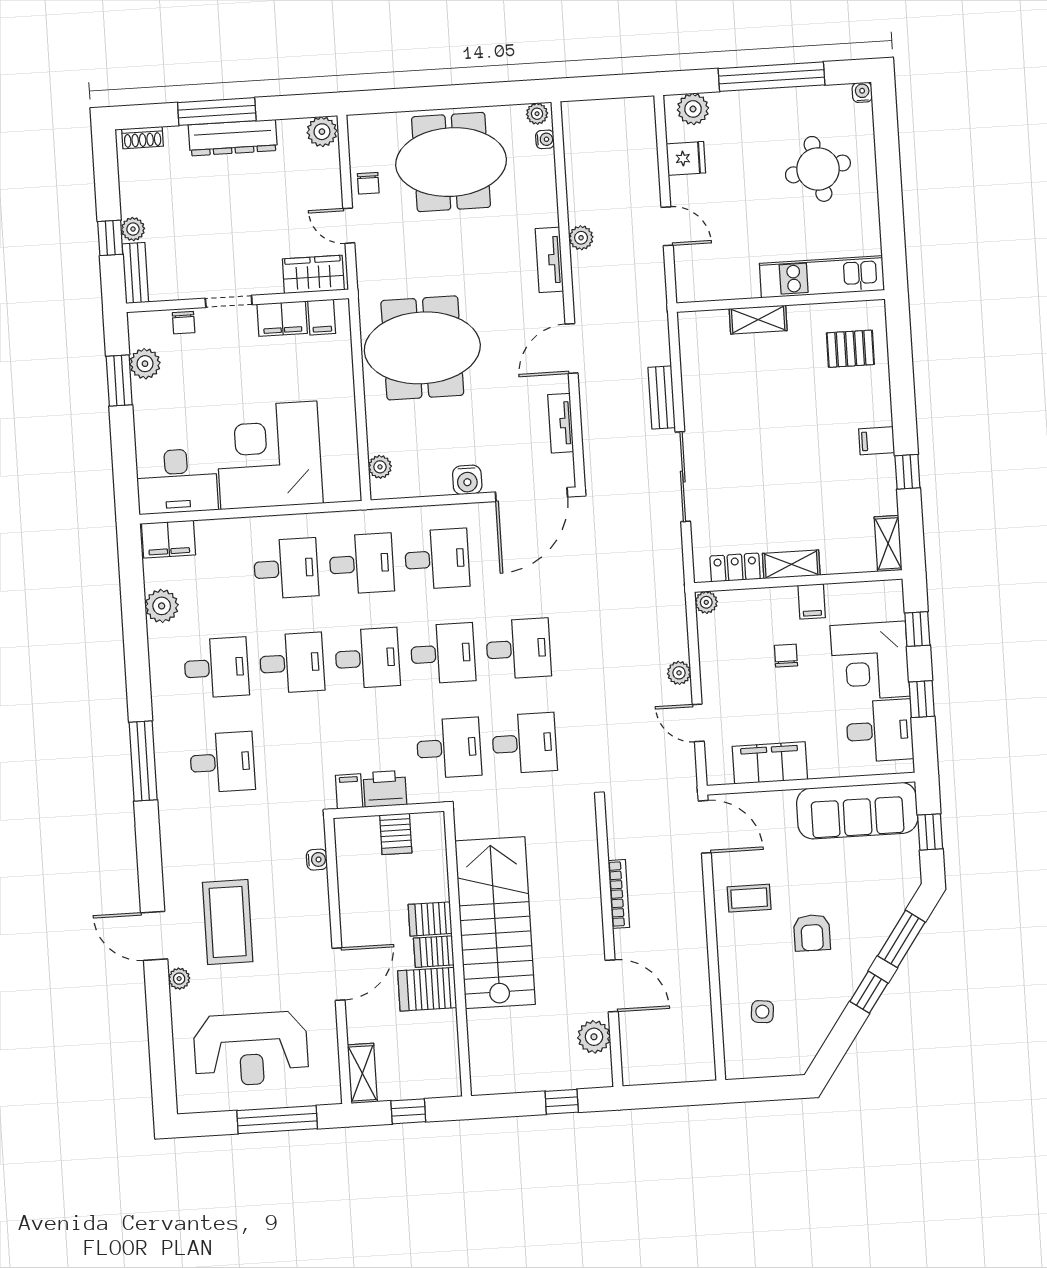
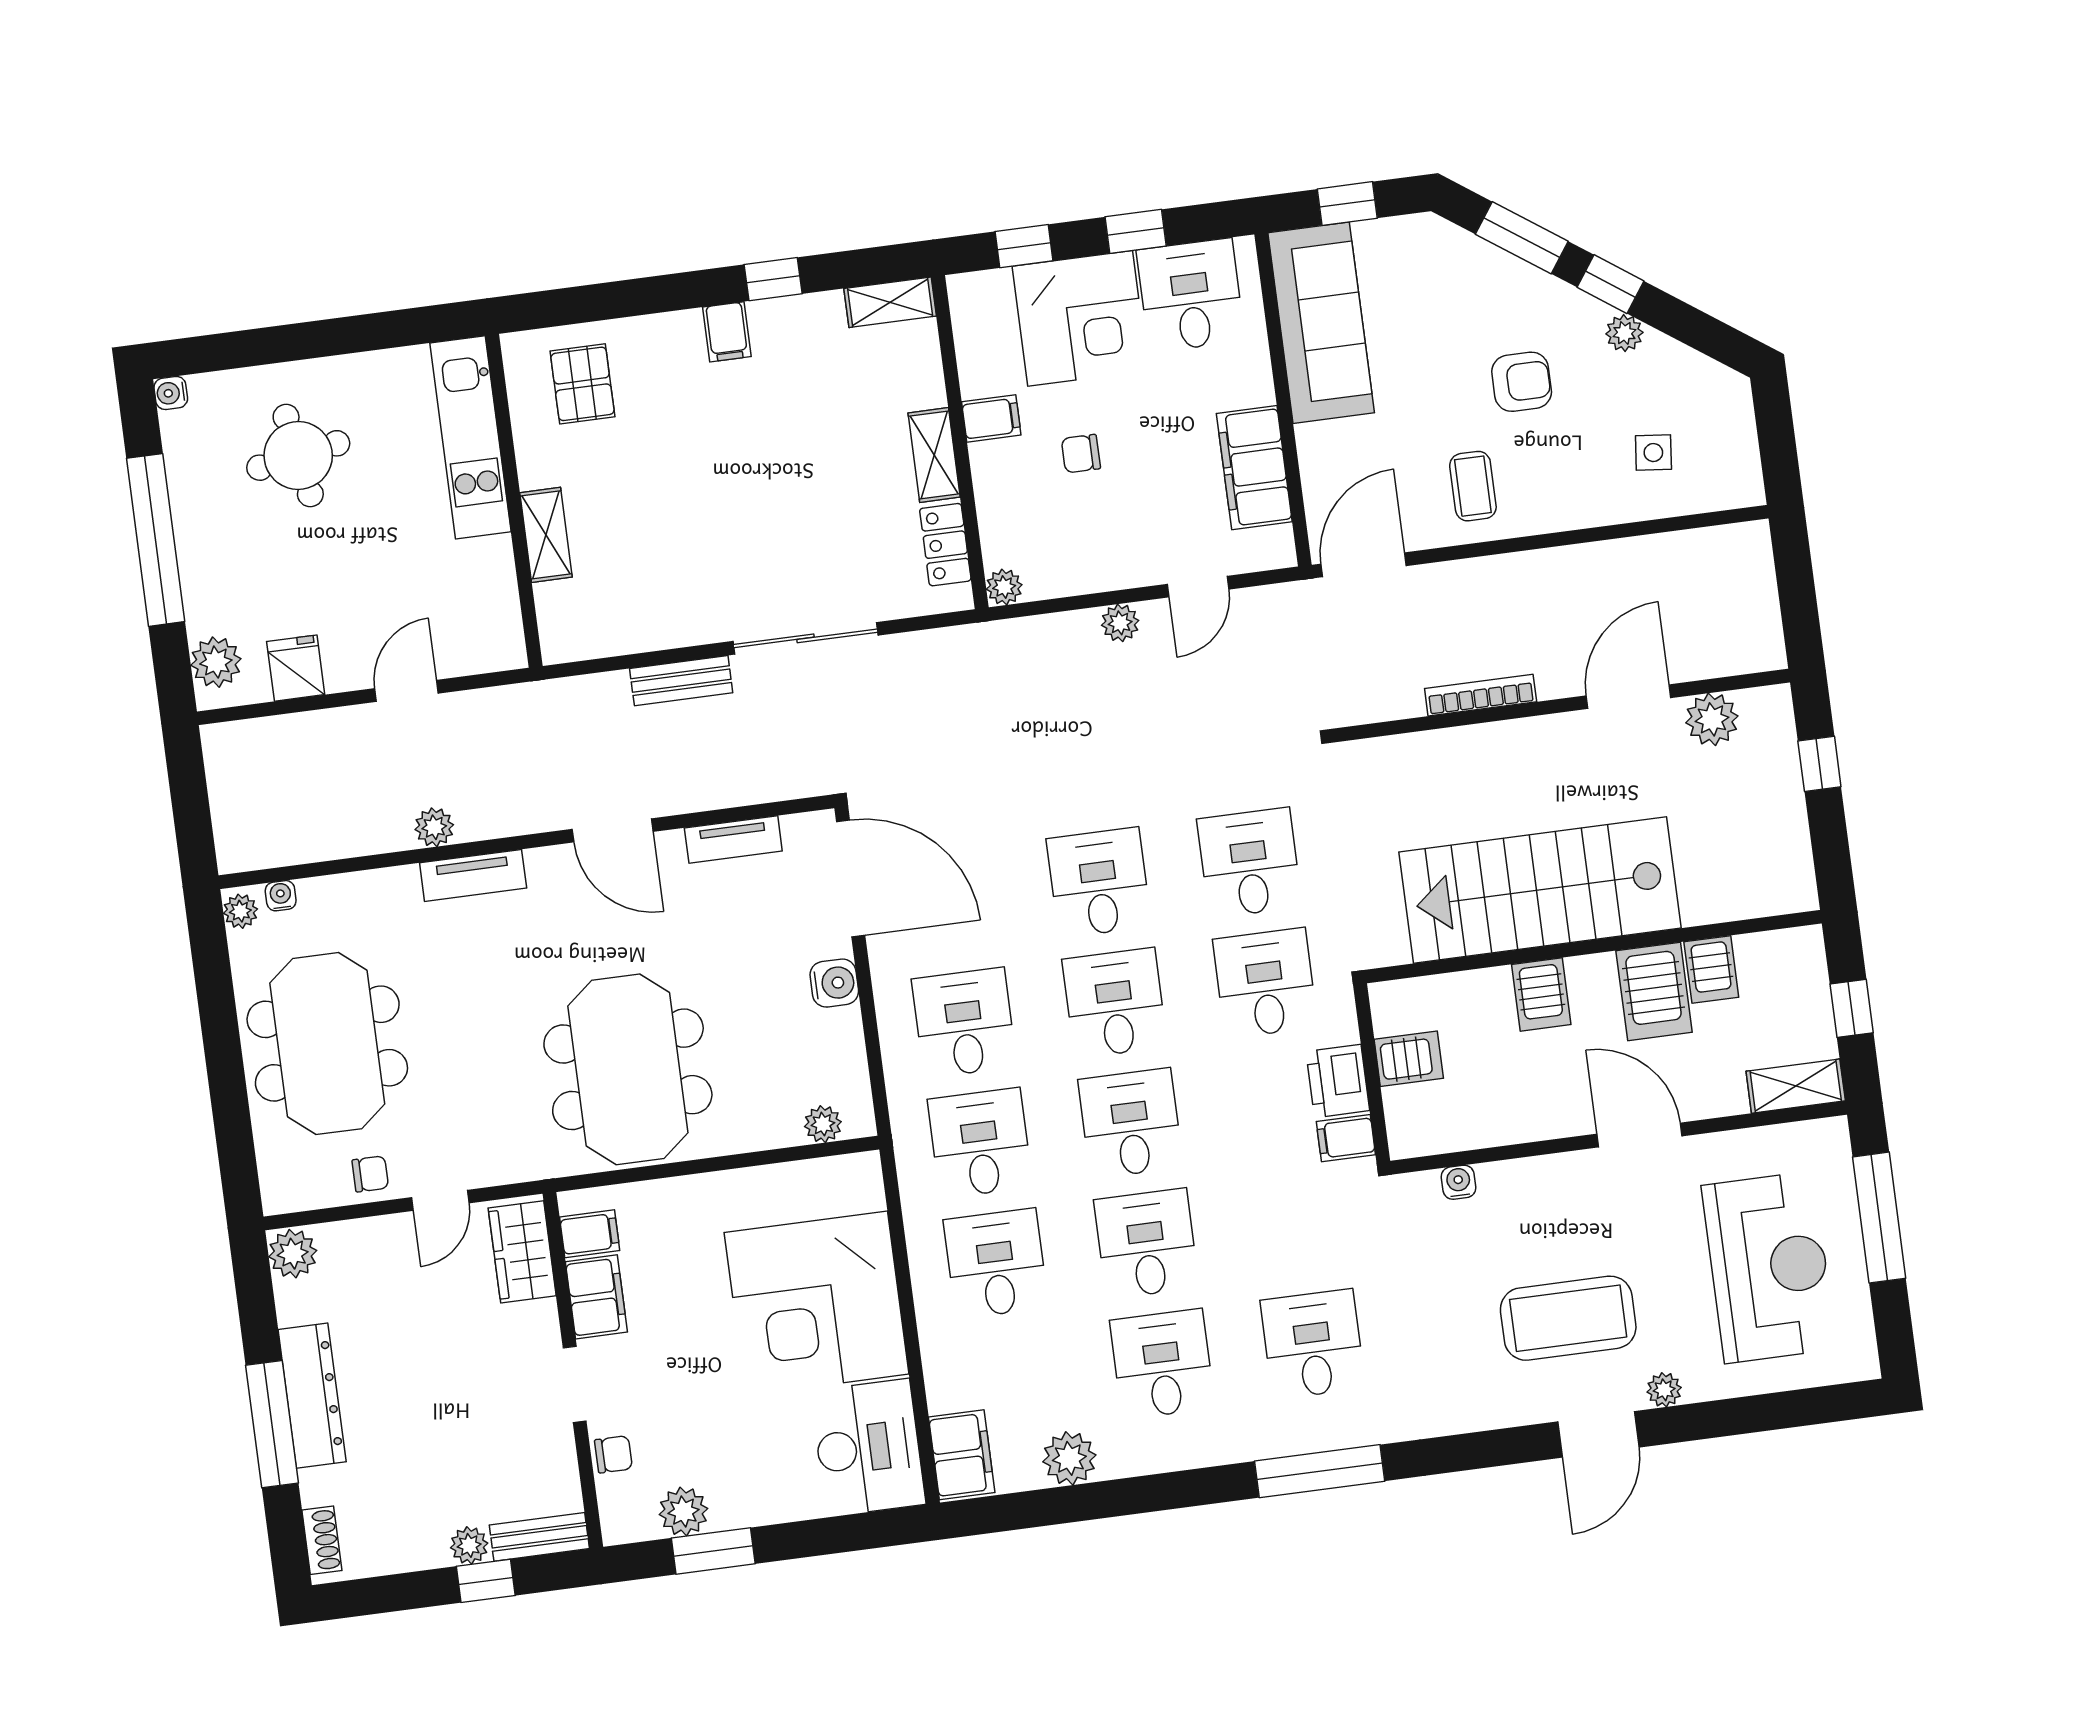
server rack: (434, 952) -> (1711, 969), moved
plant: (838, 999) -> (1624, 333), added

